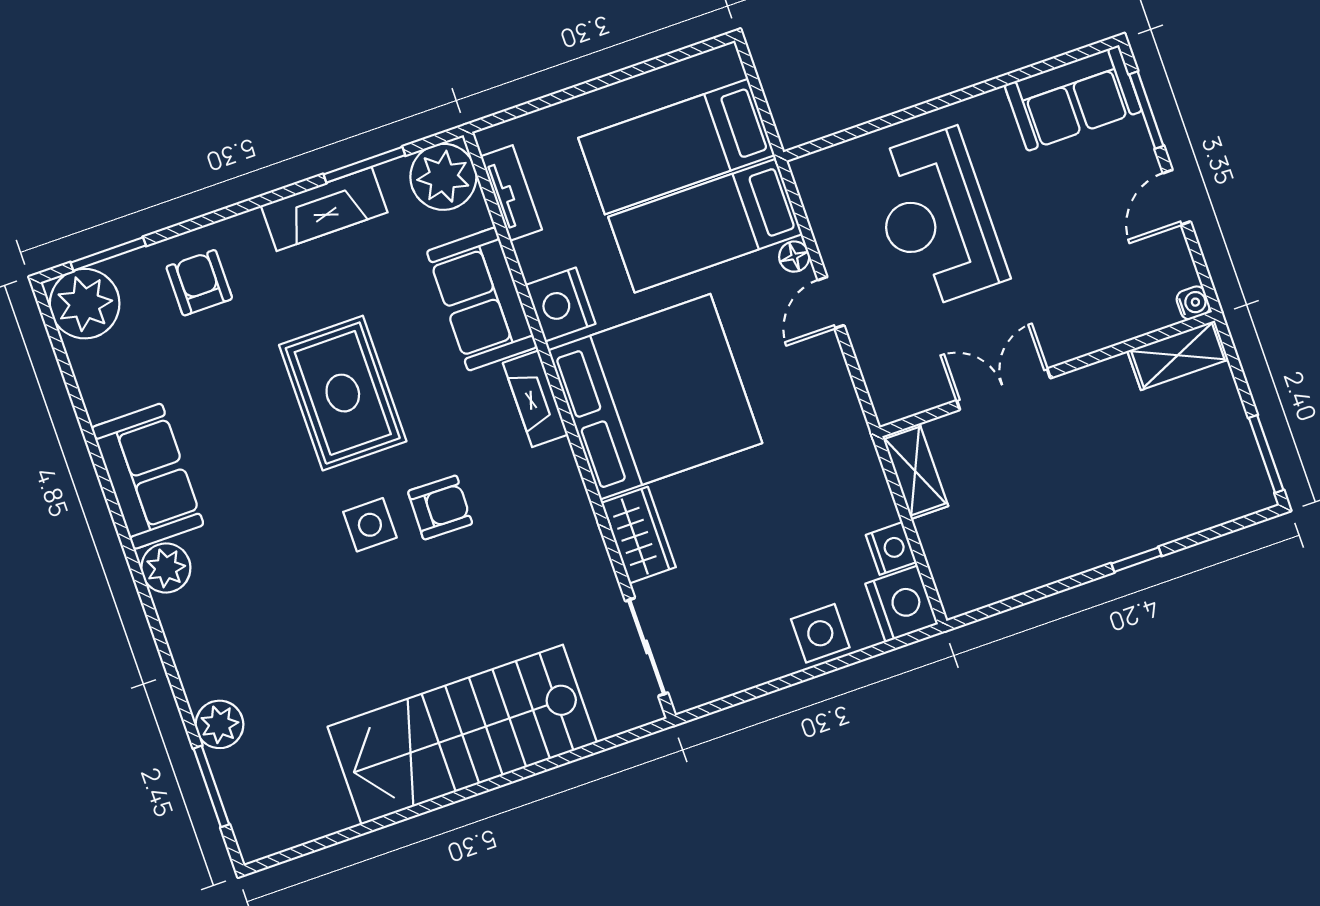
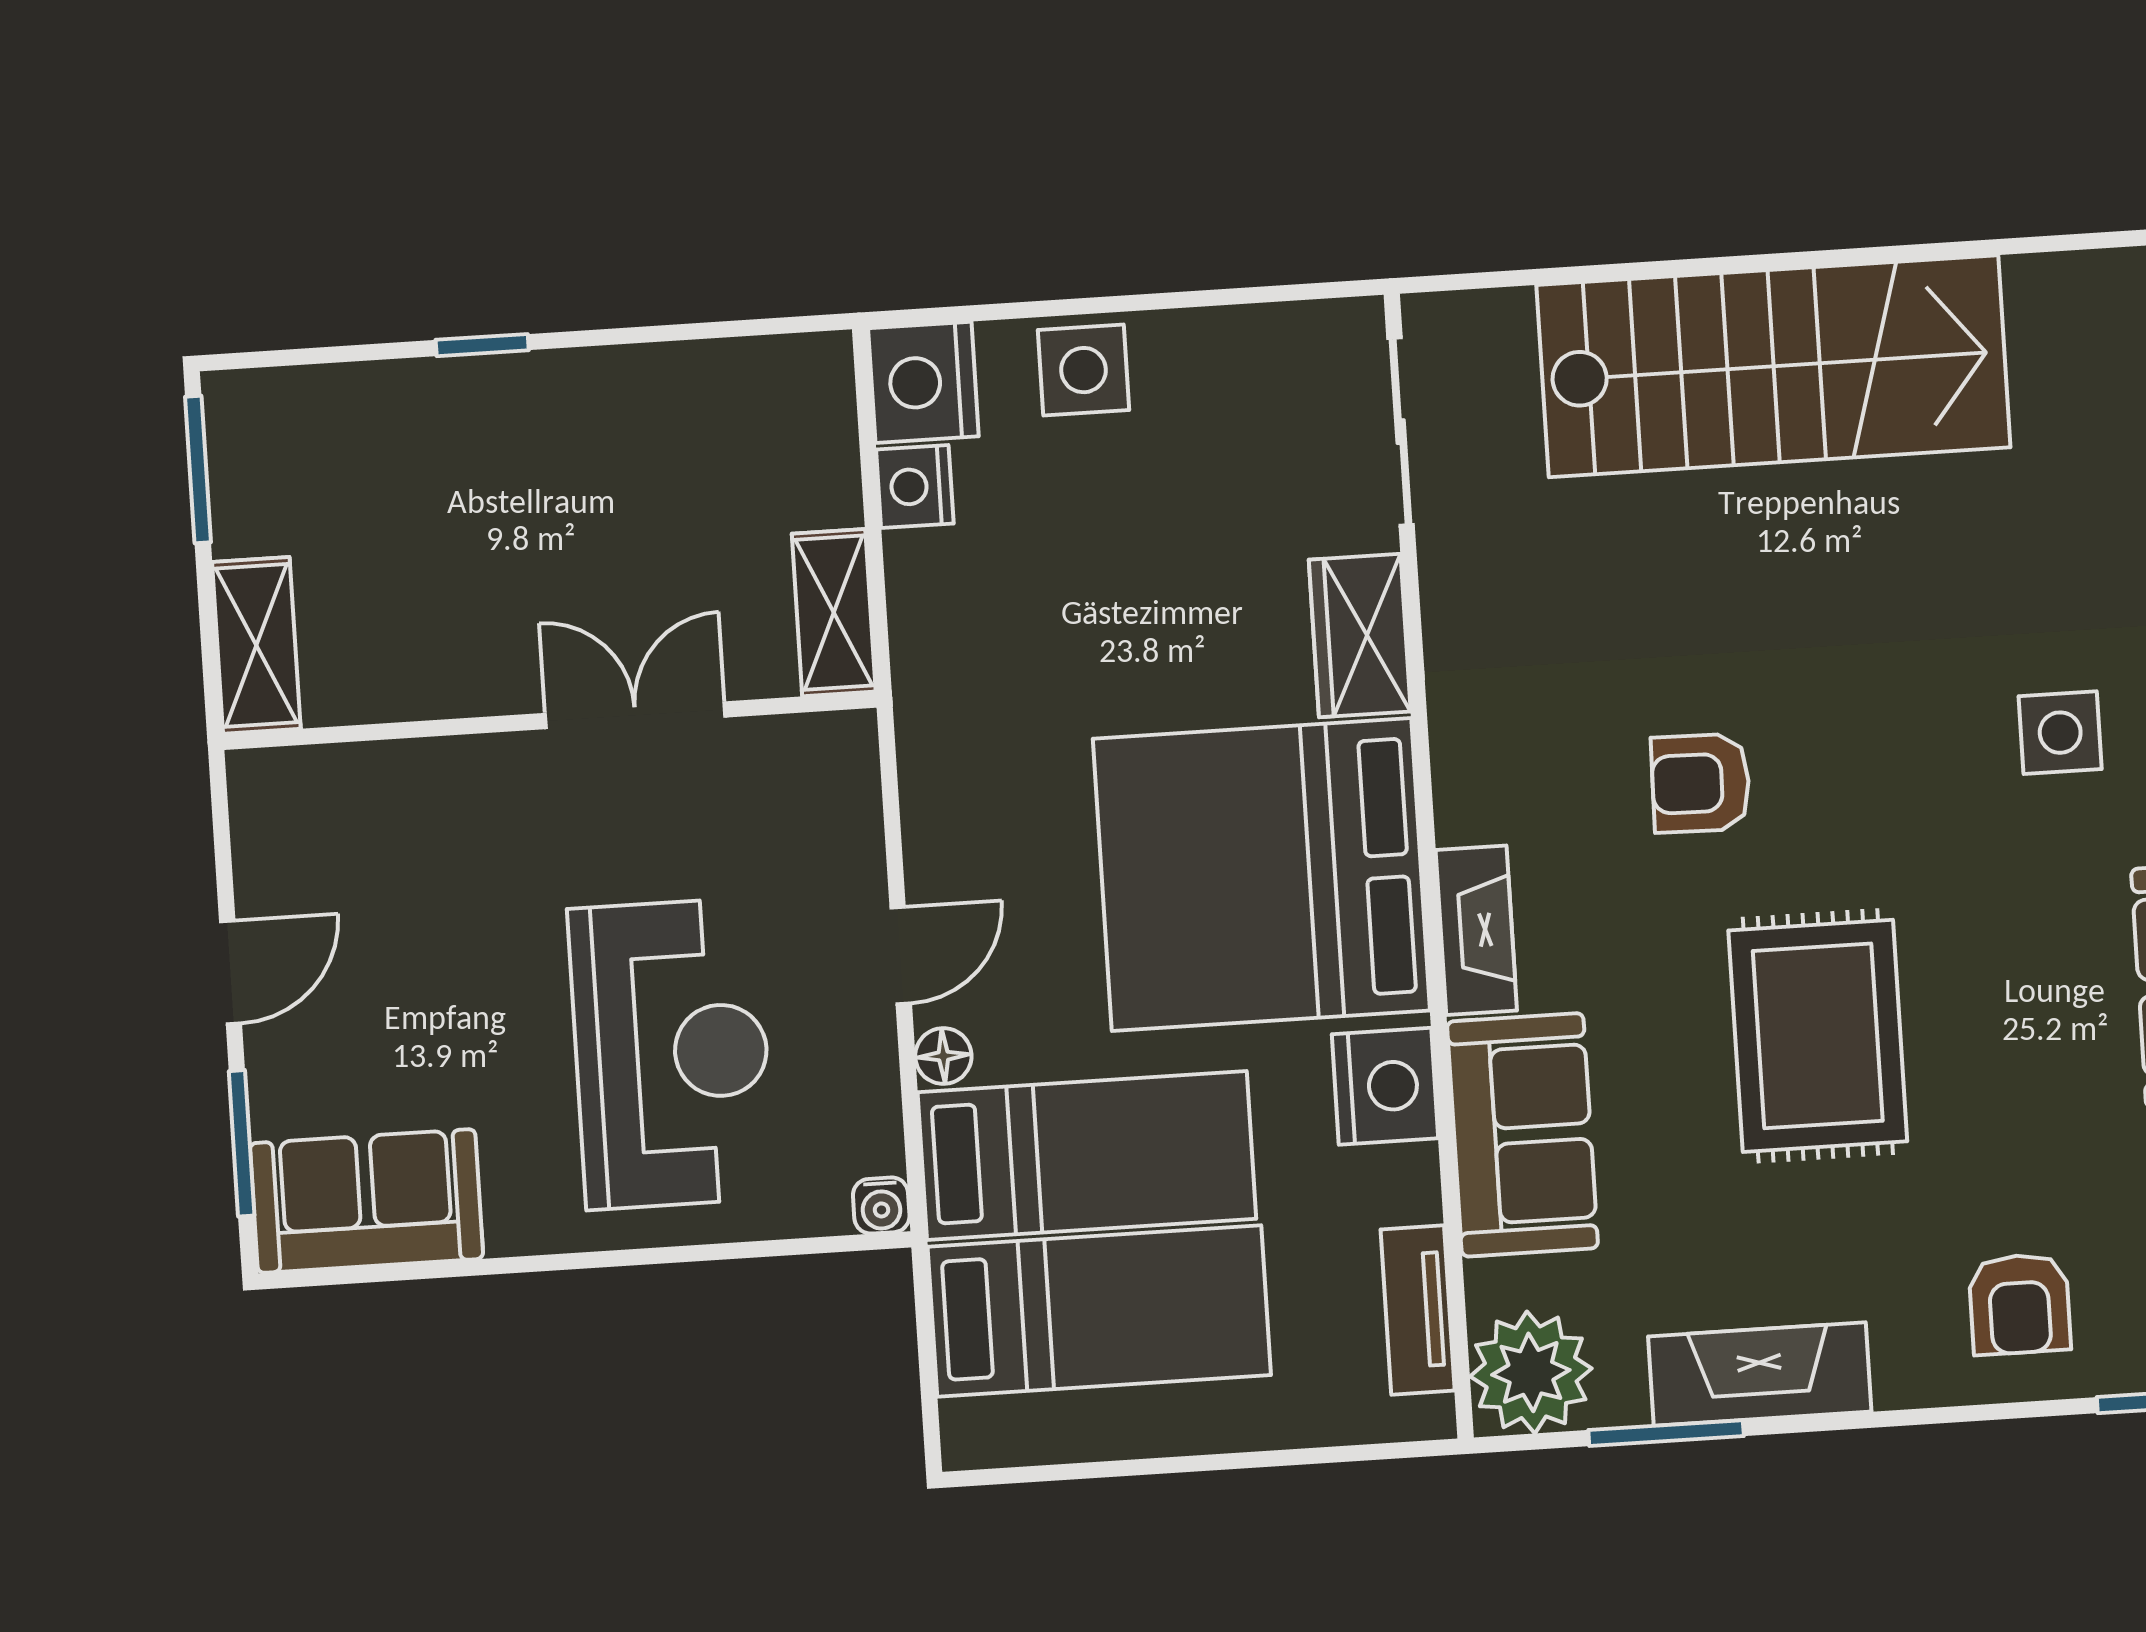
water cooler: (1193, 303) -> (881, 1206), moved, turned -90
shelving: (1178, 355) -> (256, 645), moved, turned 90
double door: (1003, 389) -> (635, 715), swing flipped
side table: (370, 525) -> (2060, 733), moved

